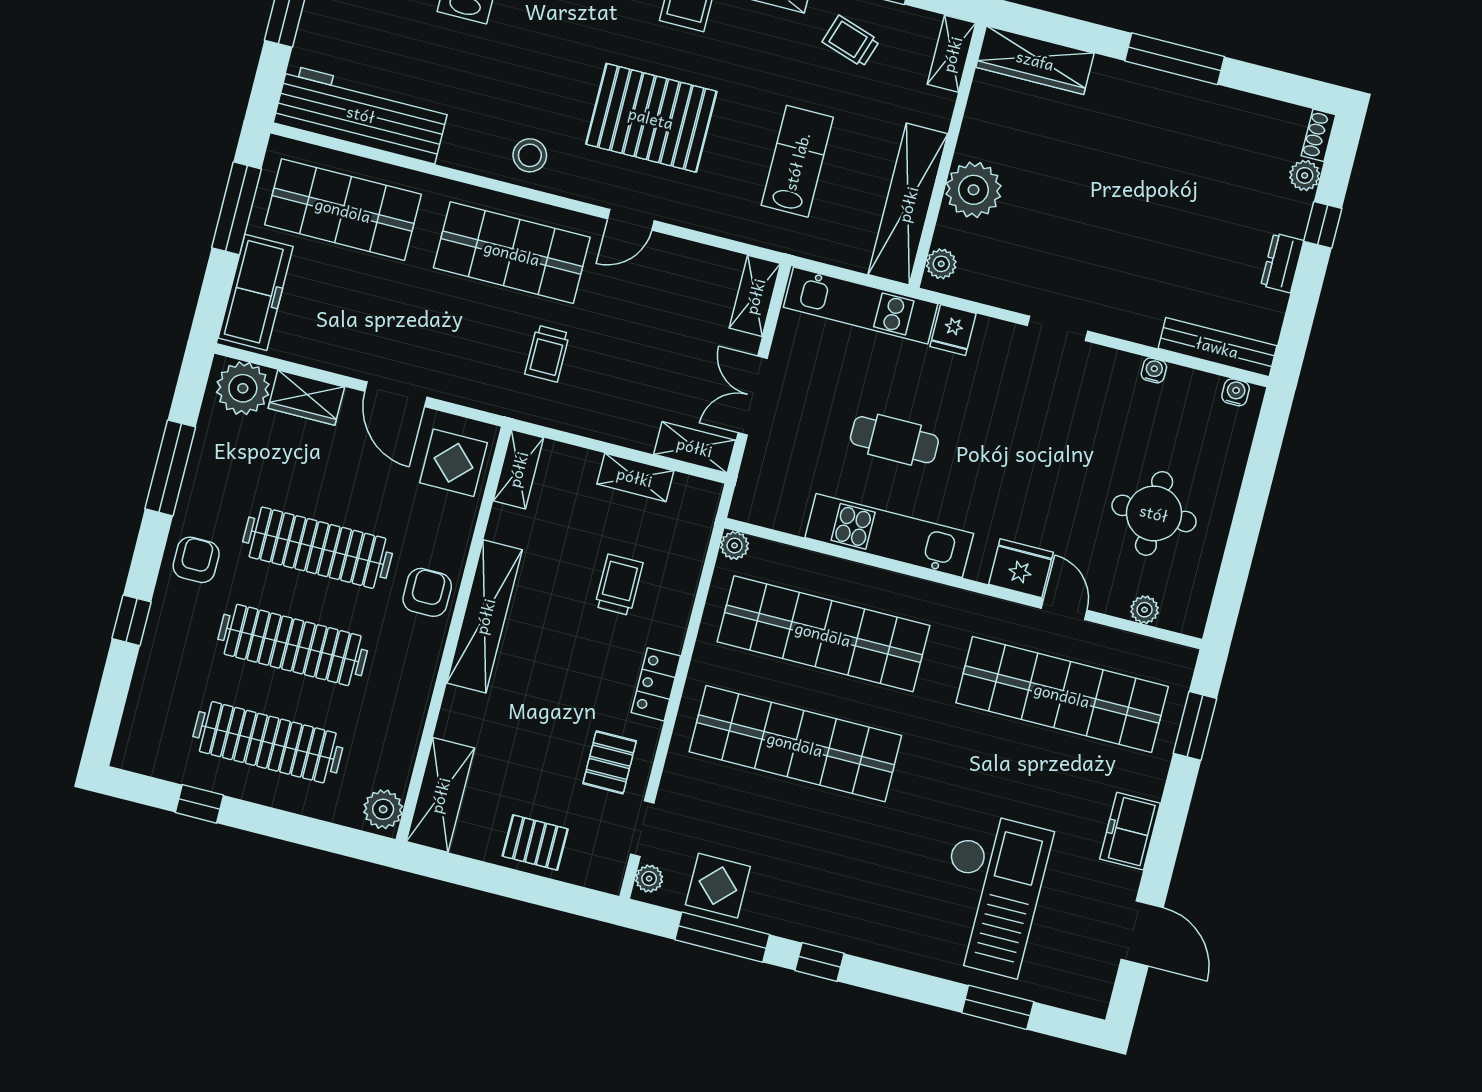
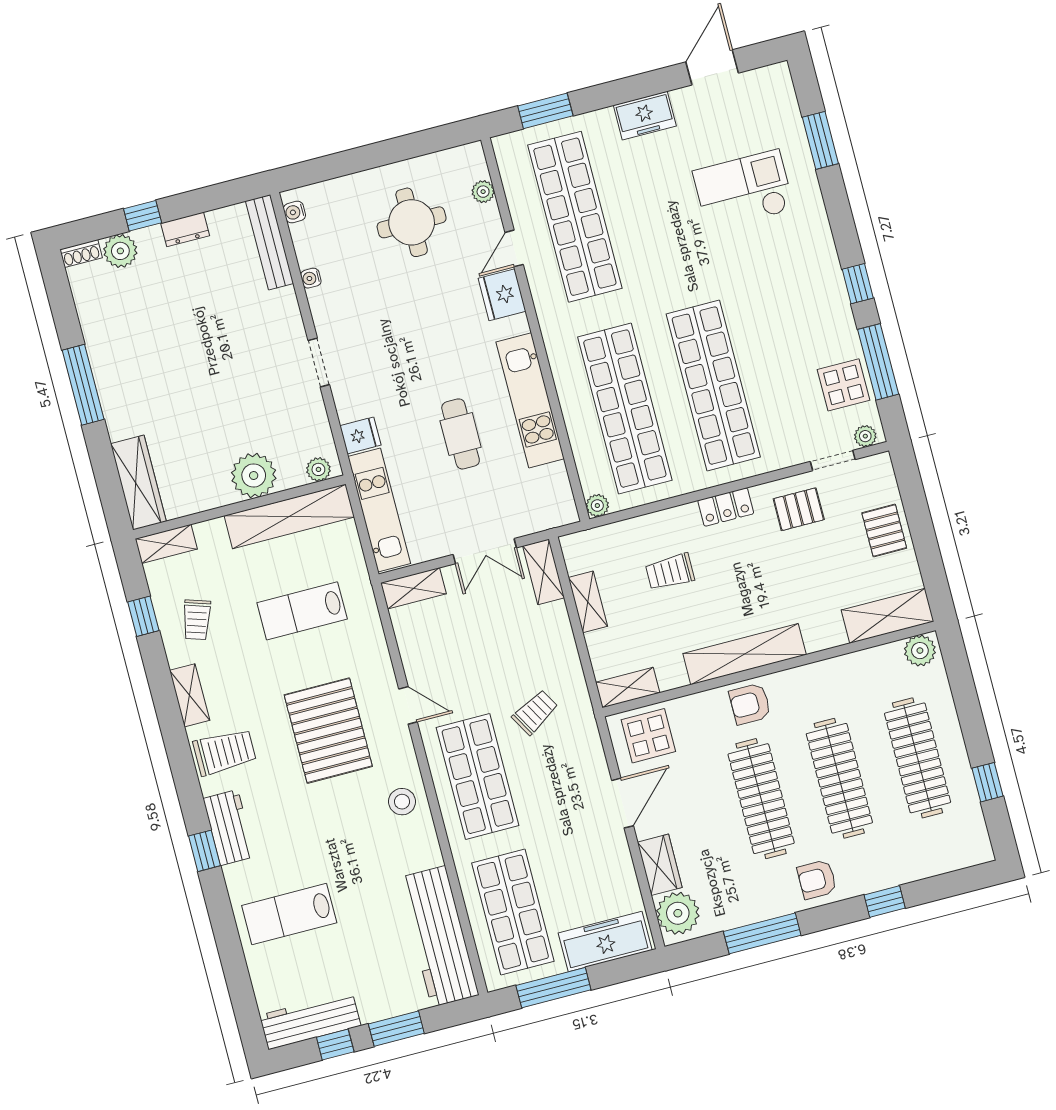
plant: (1305, 175) -> (120, 251), width x1.38, depth x1.38
trolley: (547, 354) -> (535, 712), turned -30
checkout: (990, 894) -> (743, 190), width x0.73, depth x0.83

